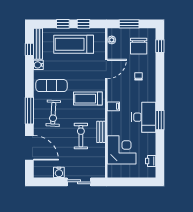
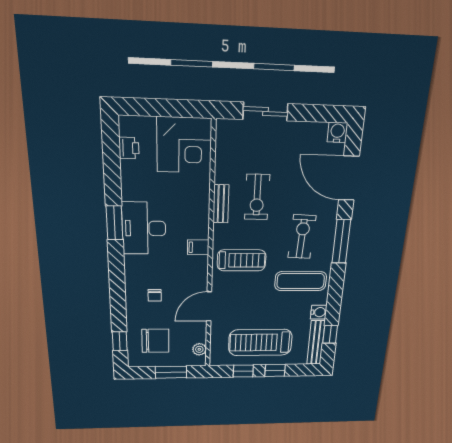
treadmill: (74, 44) -> (260, 342), turned 180
chair: (139, 46) -> (155, 341), turned 90
corner desk: (122, 150) -> (184, 145), moved, turned -90
water cooler: (59, 172) -> (337, 132), moved

